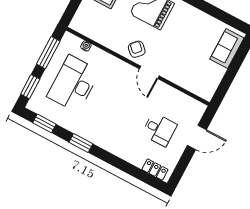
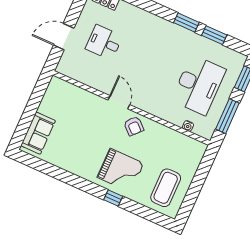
window: (44, 123) -> (214, 35), moved

